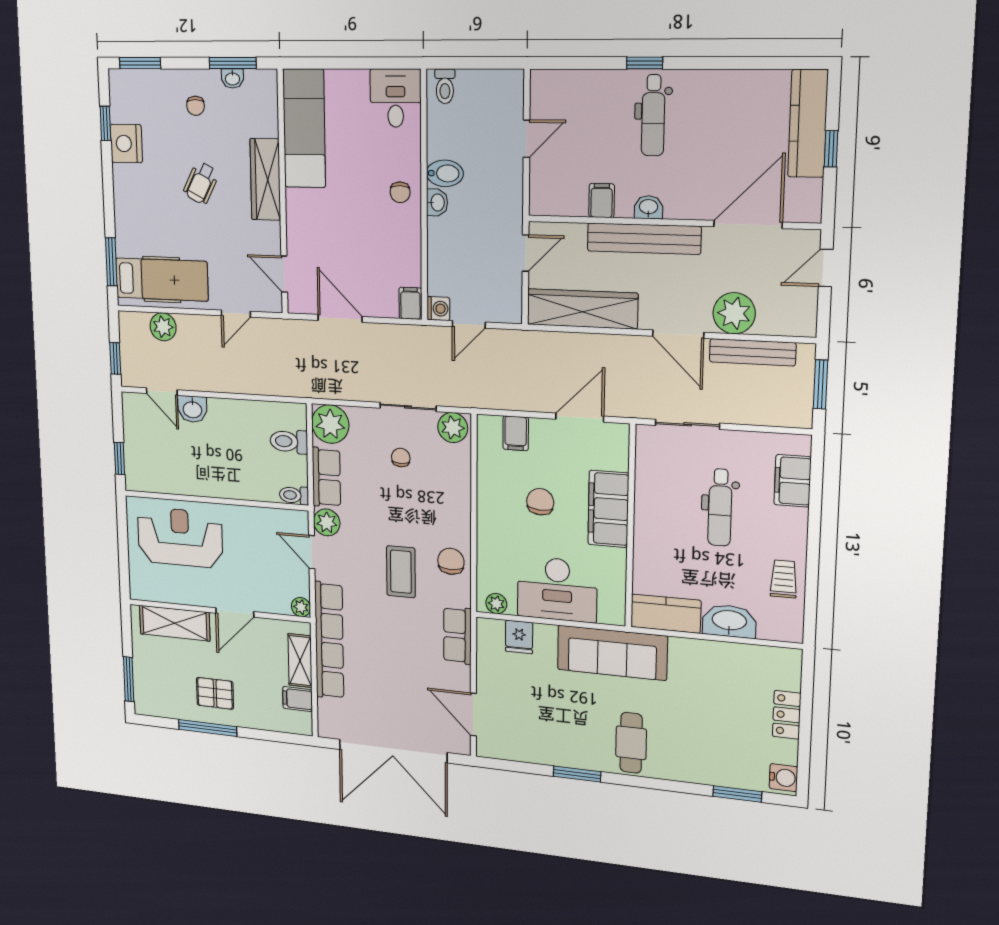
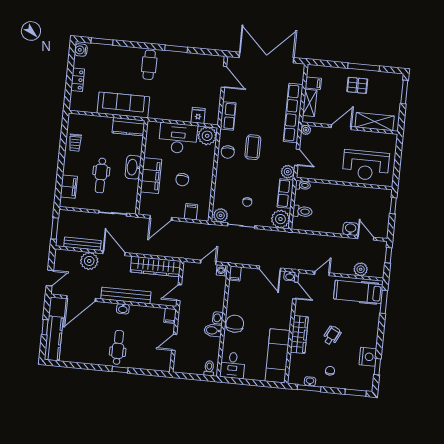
chair: (400, 192) -> (235, 324), width x1.87, depth x1.87
filing cabinet: (602, 201) -> (170, 316), moved
washbasin: (299, 304) -> (290, 276), added
dental chair: (720, 507) -> (101, 175), turned 180
plant: (496, 604) -> (207, 136), width x1.88, depth x1.88
washbasin: (729, 621) -> (133, 167), moved, turned 90
sofa: (612, 653) -> (123, 105), moved

